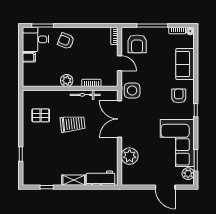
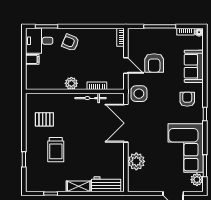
armchair: (137, 44) -> (154, 63), moved
trolley: (73, 124) -> (56, 150), moved, turned 96

